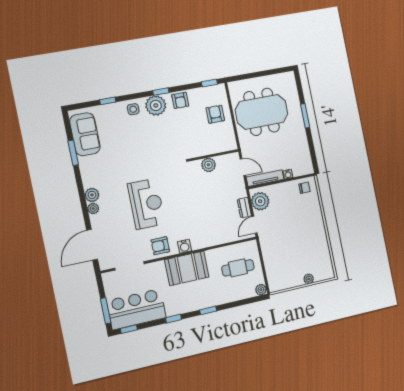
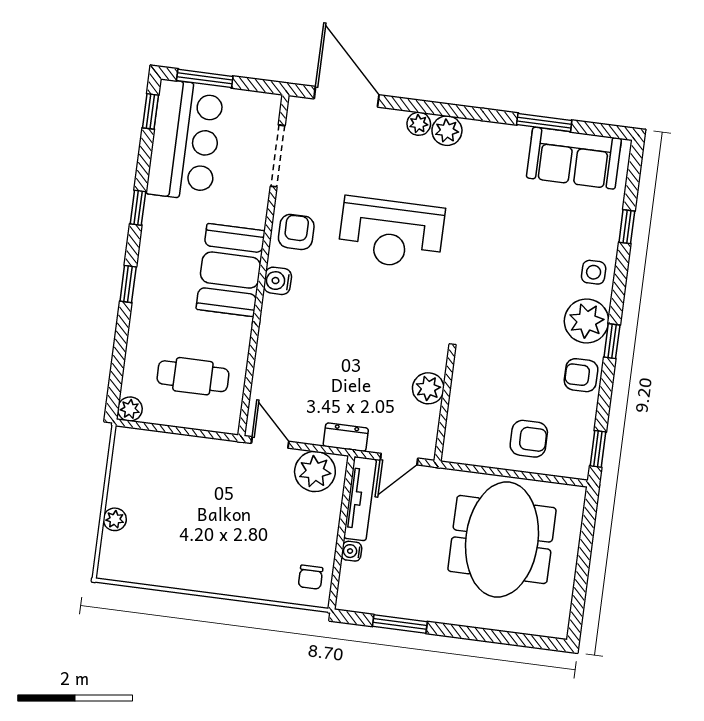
window: (305, 116) -> (400, 624), moved
dresser: (244, 208) -> (346, 437), moved
cafe table: (238, 268) -> (193, 376), turned 90

